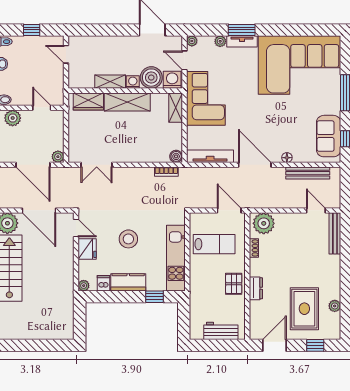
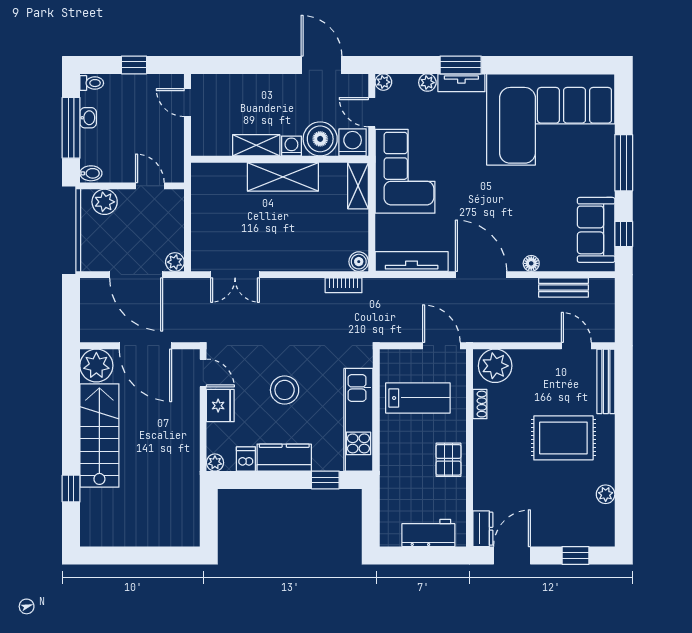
wardrobe: (88, 101) -> (222, 176), removed
bench: (308, 173) -> (564, 288), width x0.73
dresser: (256, 288) -> (483, 529), moved
rug: (304, 309) -> (563, 438), moved, turned 90

